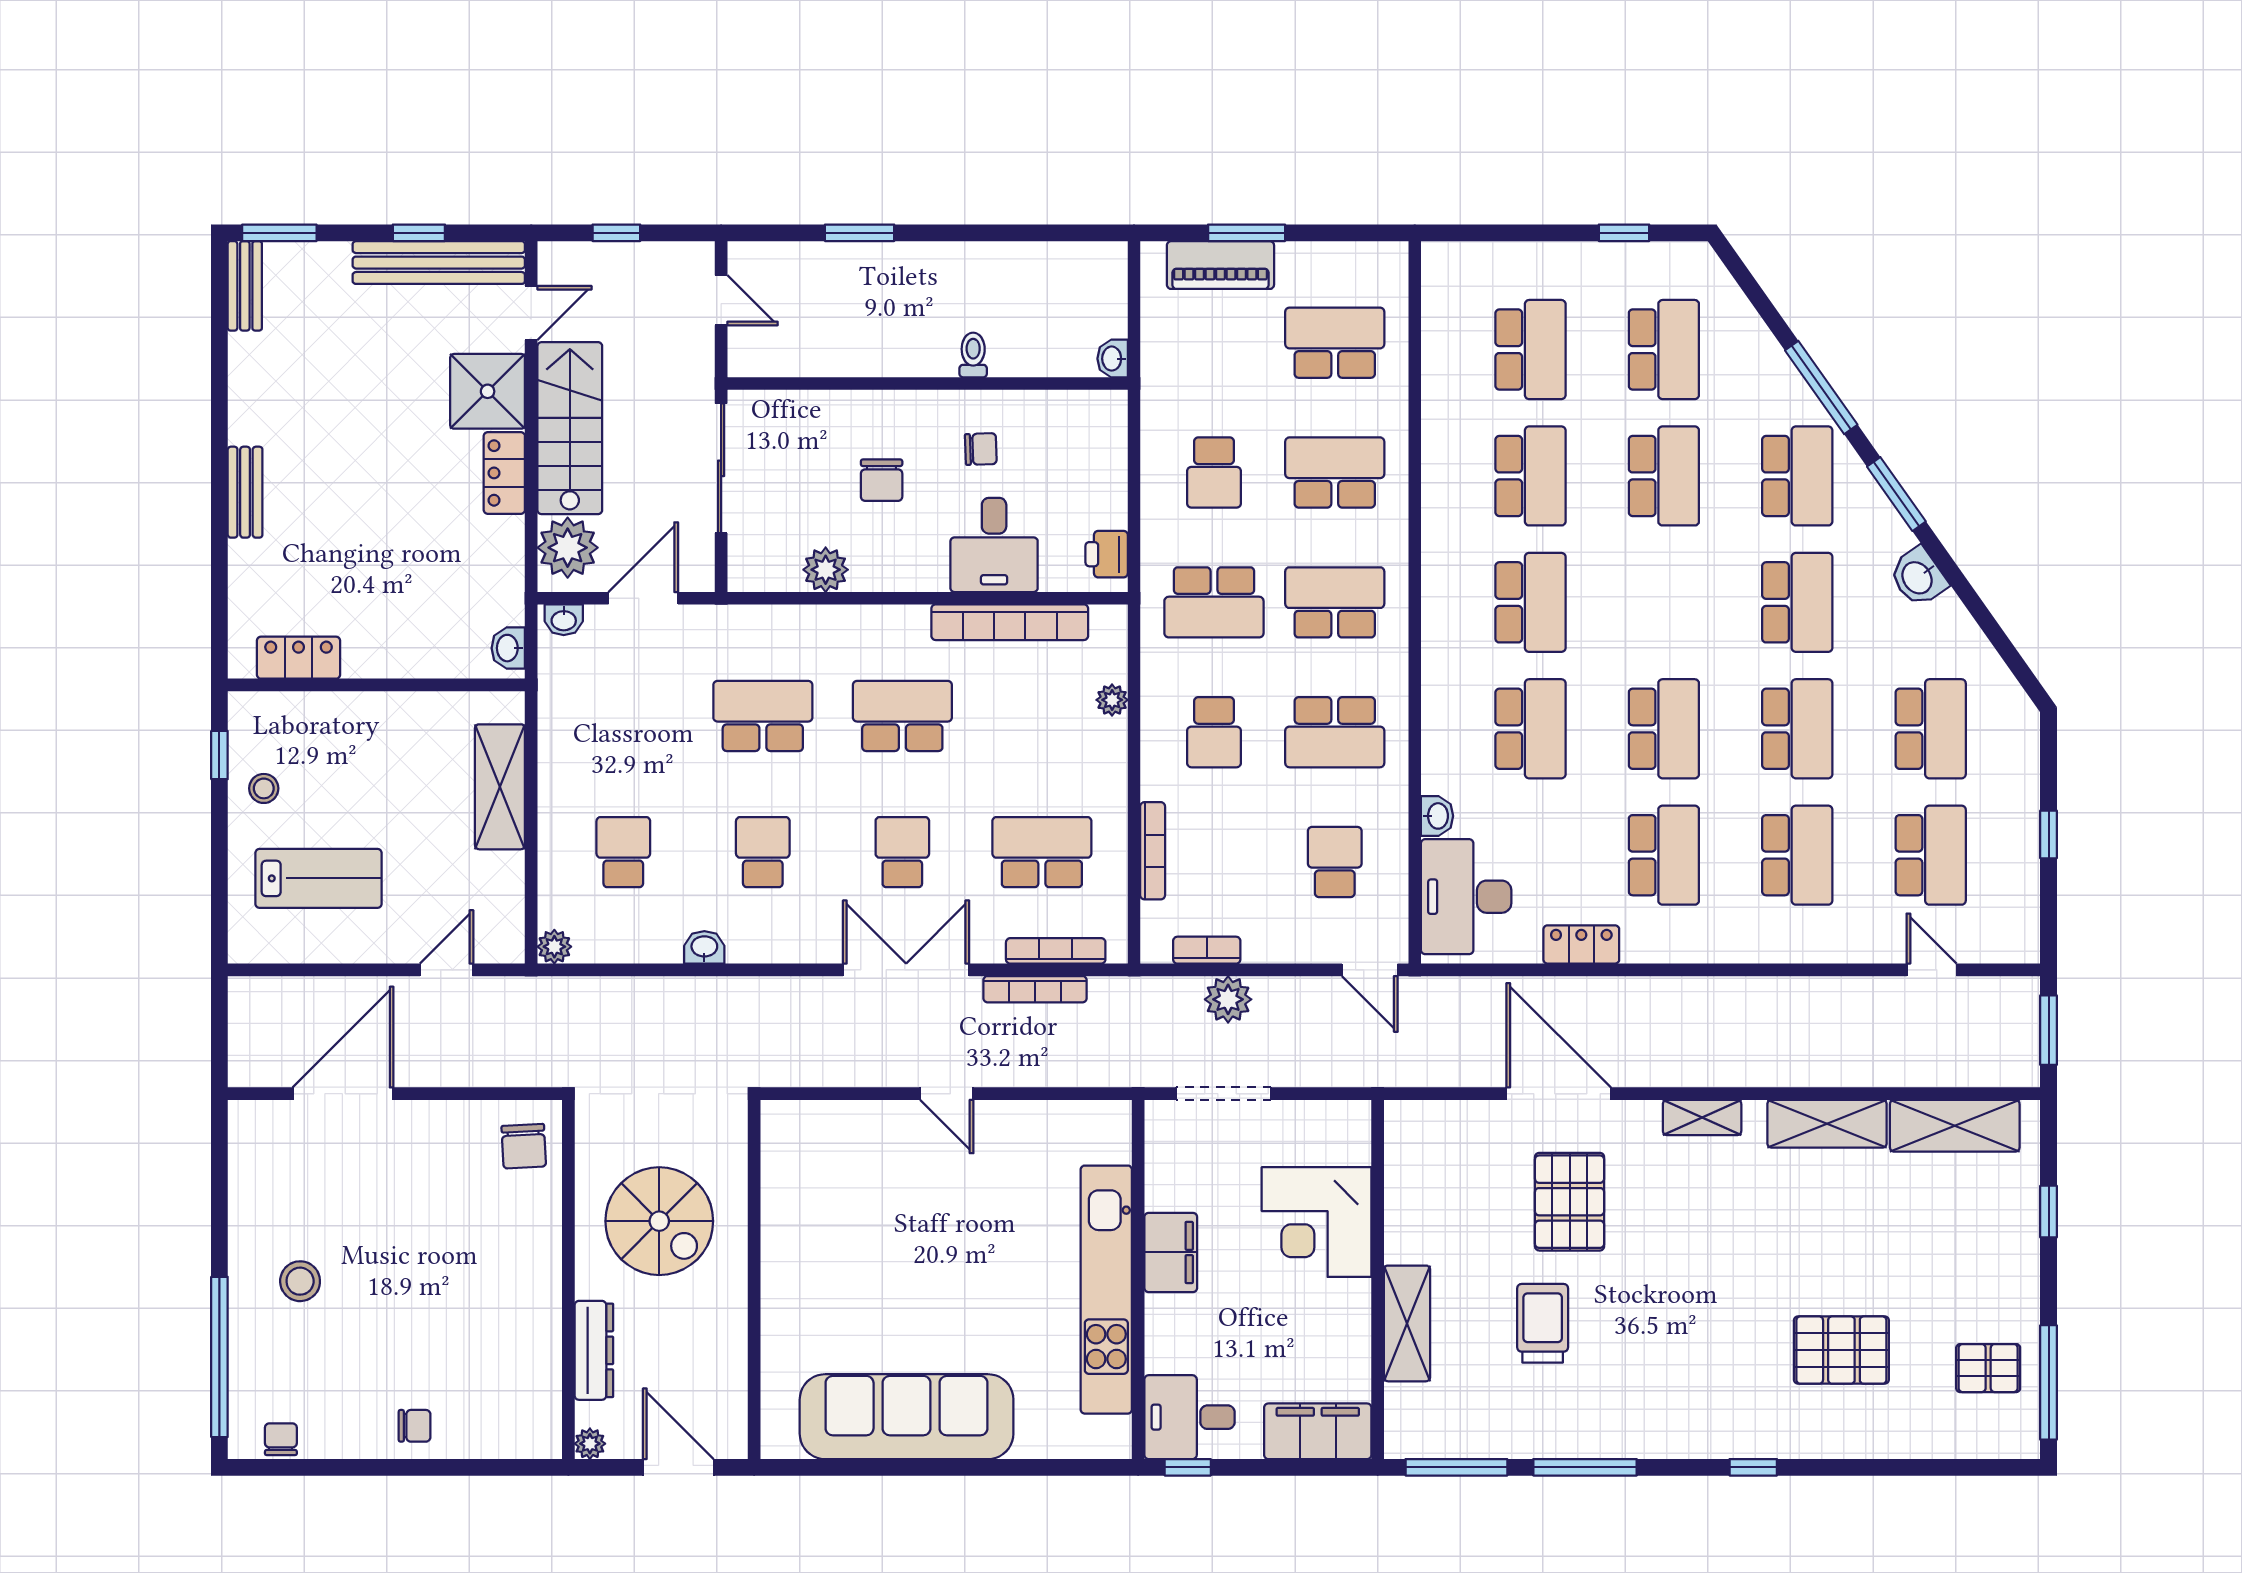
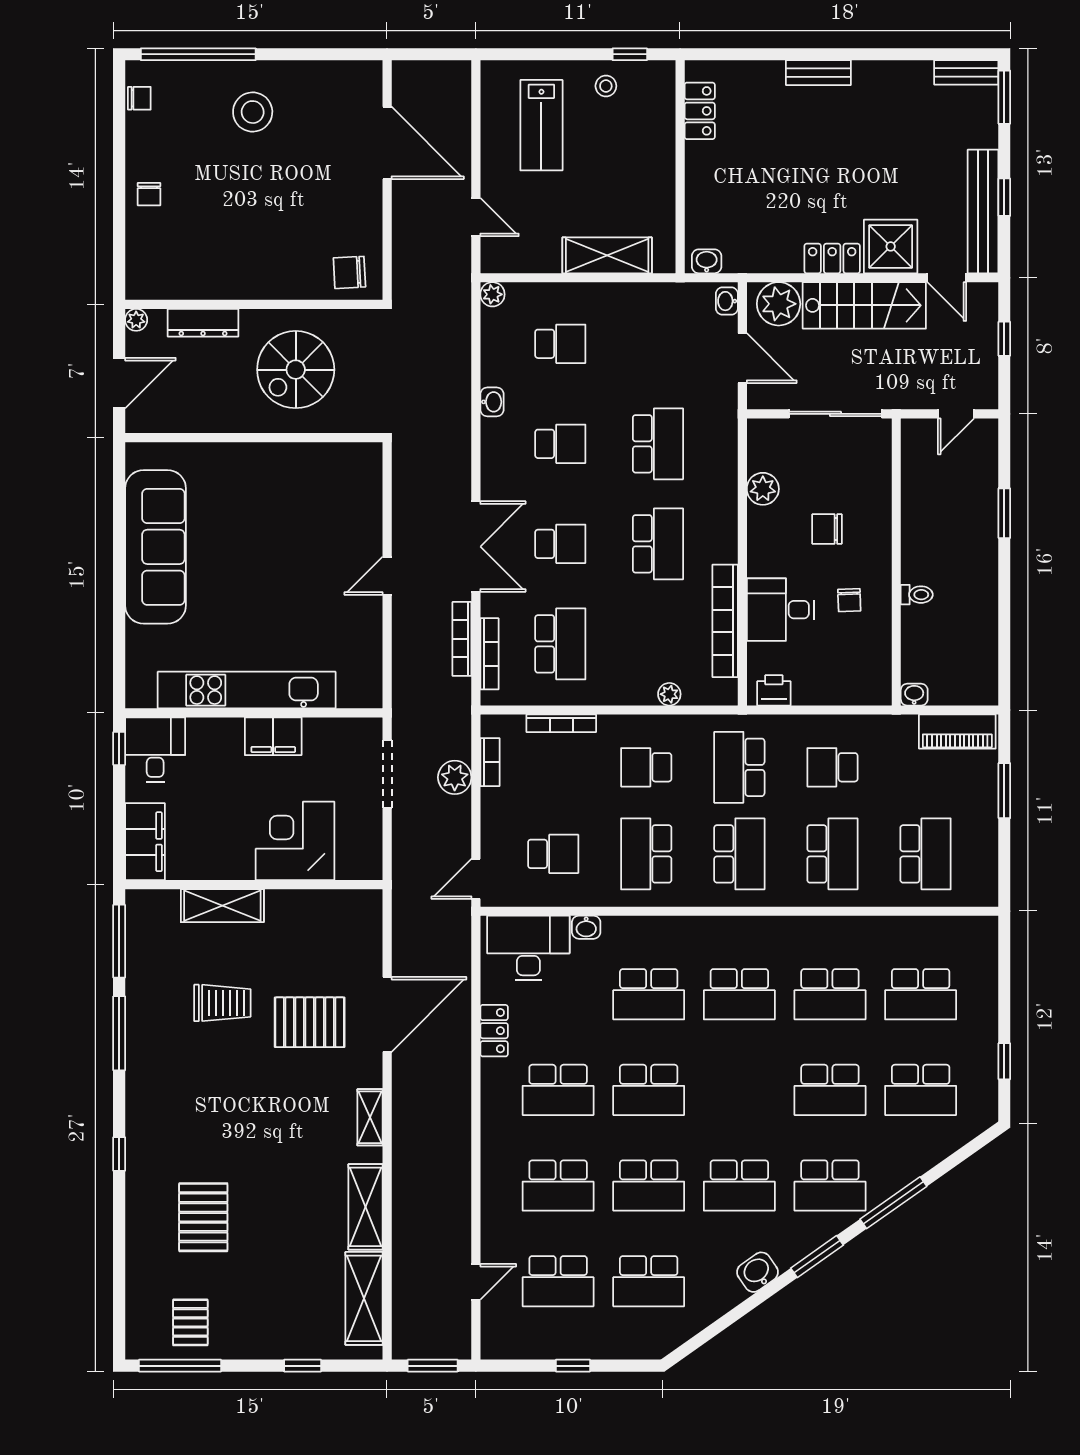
piano: (1220, 265) -> (957, 732), moved, turned -90
stool: (300, 1281) -> (253, 112), width x1.38, depth x1.38

